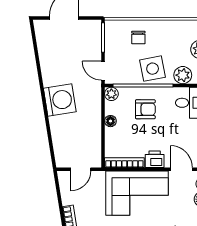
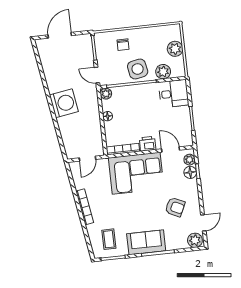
armchair: (145, 109) -> (135, 103), removed

